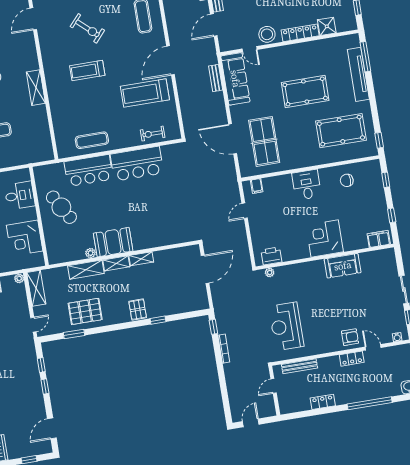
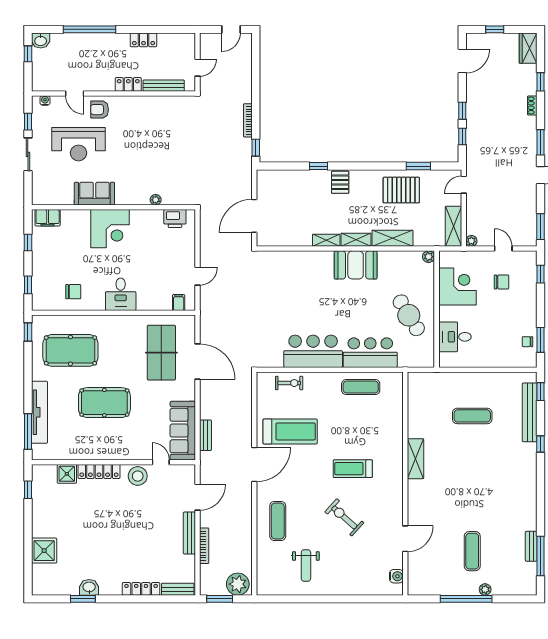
treadmill: (87, 71) -> (353, 469), turned 180
plant: (90, 253) -> (429, 257), moved
plant: (270, 273) -> (156, 200), moved
reception desk: (286, 326) -> (78, 144), moved, turned 90
locker: (352, 359) -> (128, 84), moved

